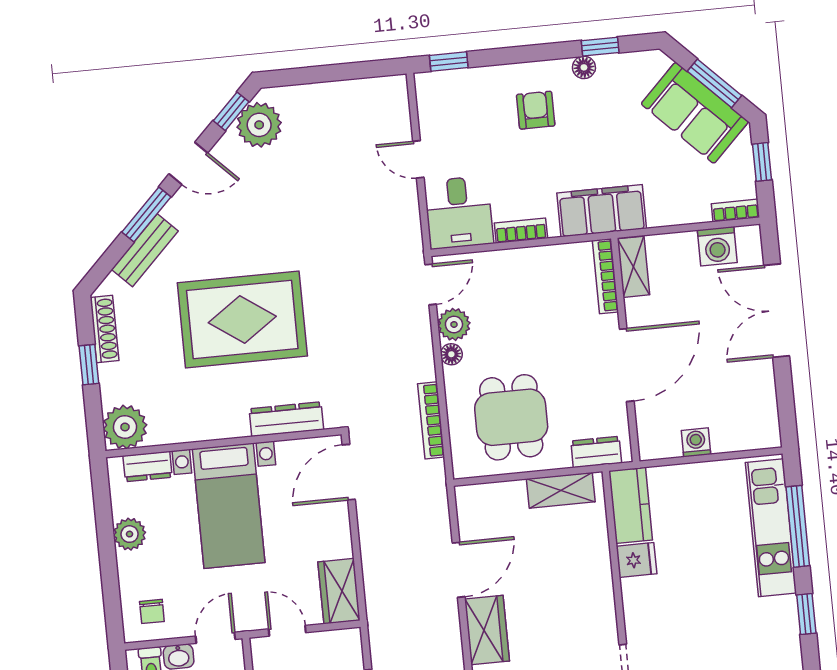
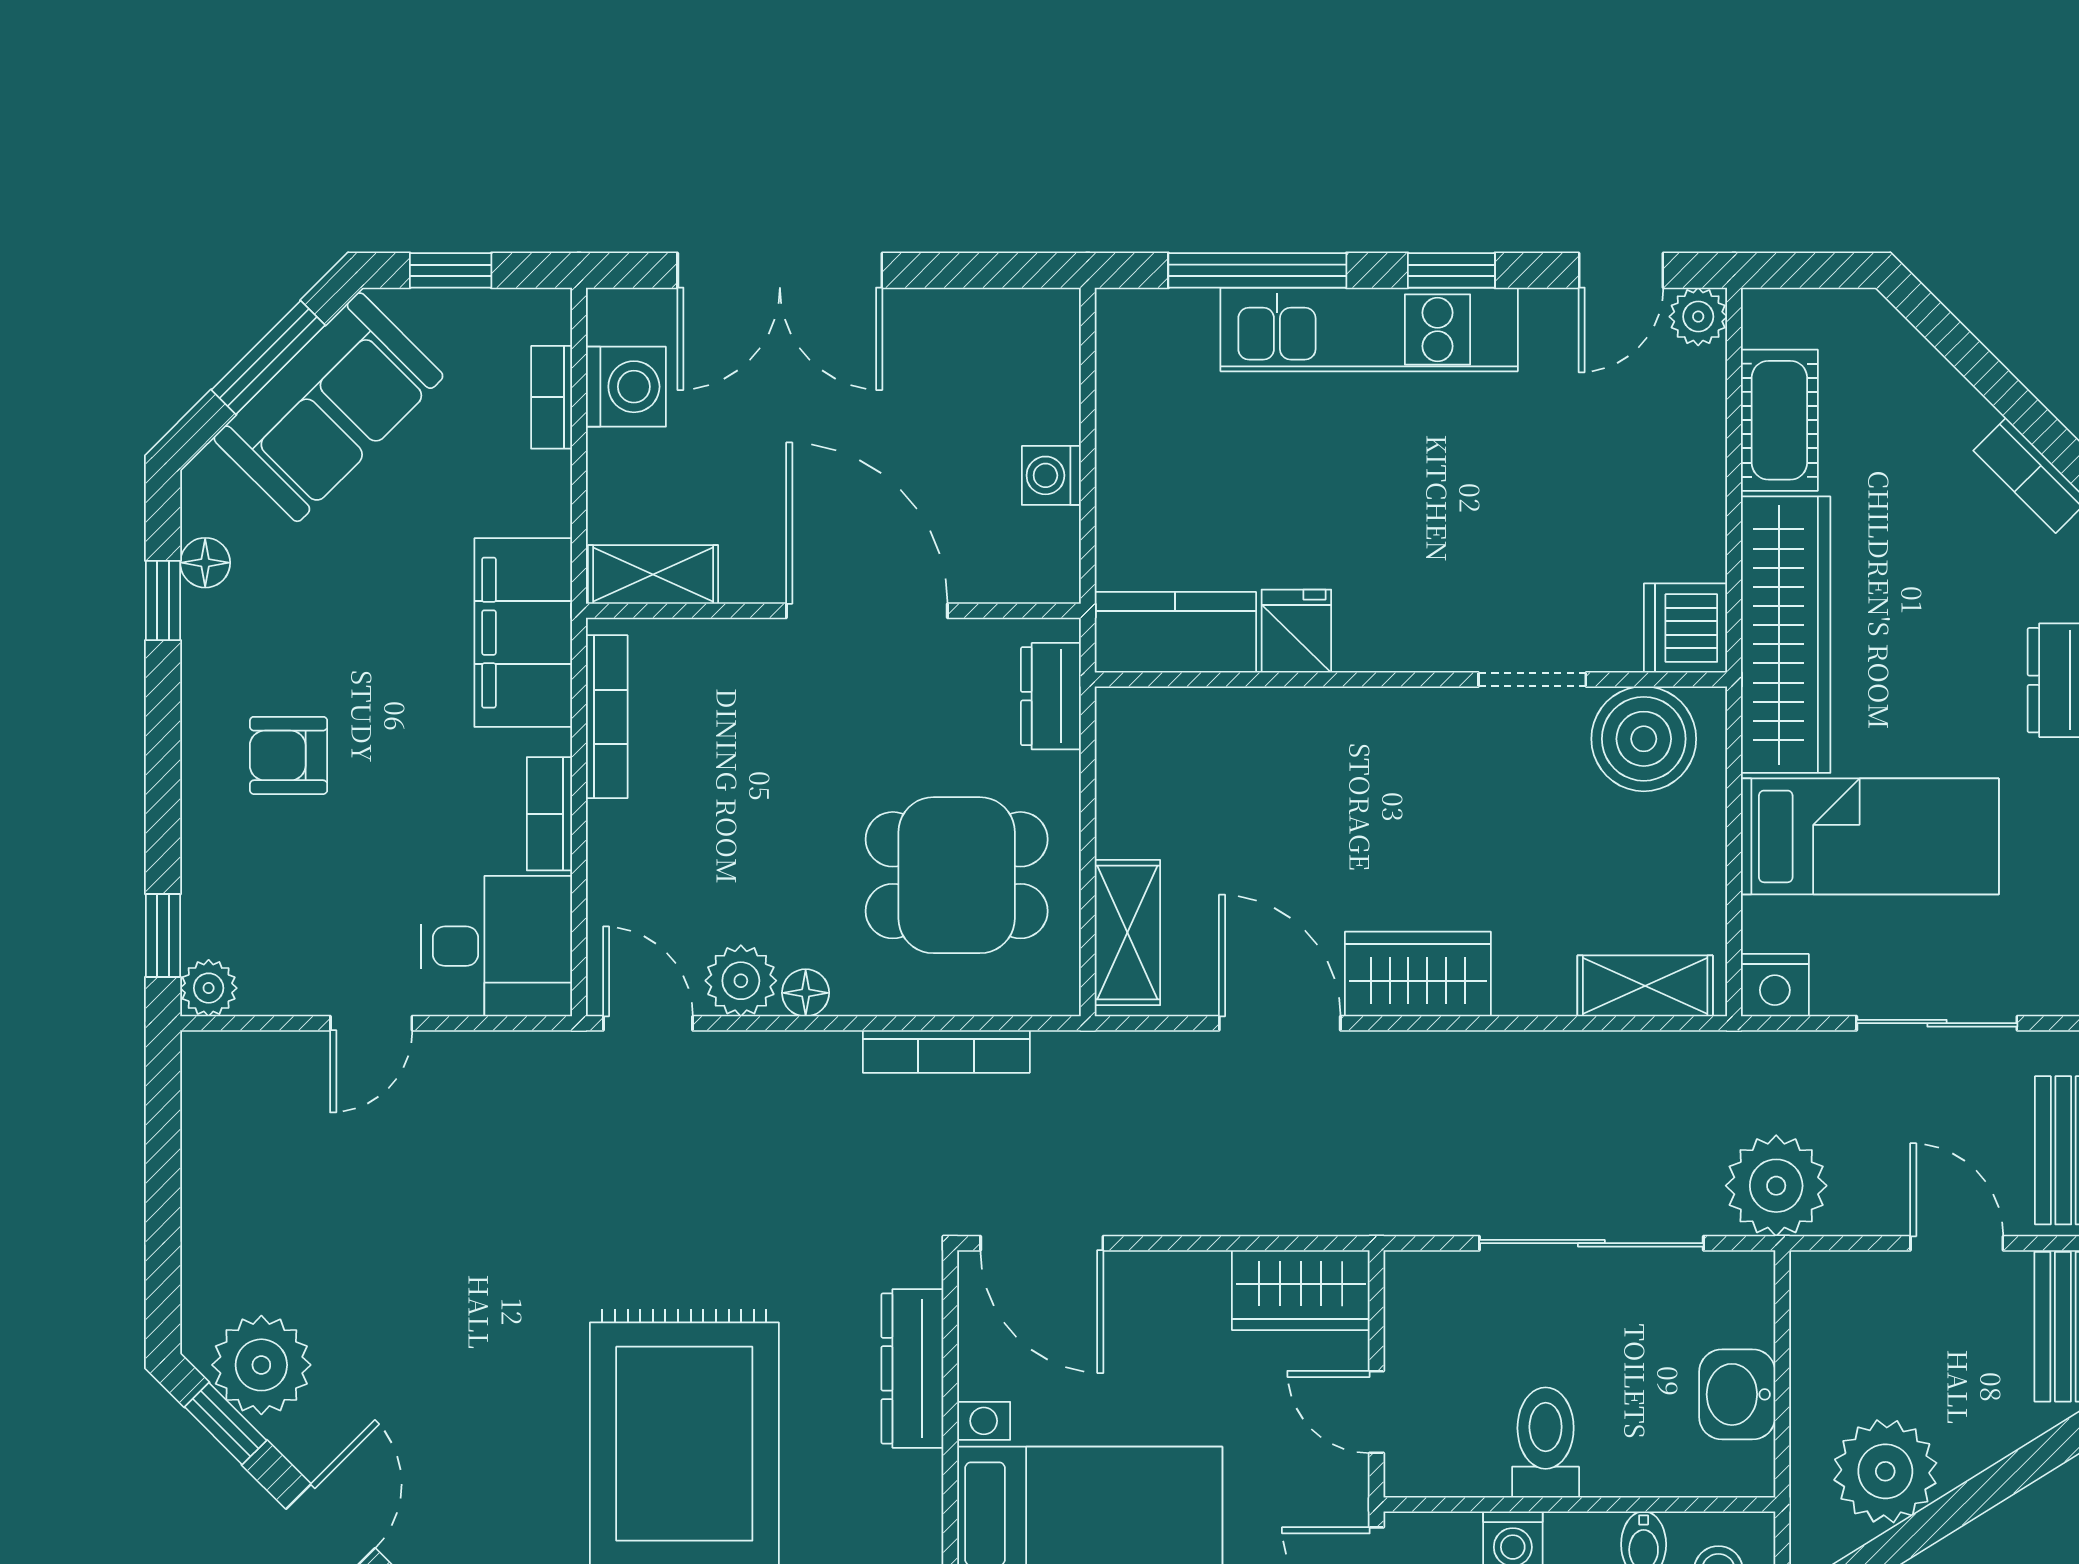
floor lamp: (584, 67) -> (205, 563), moved
plant: (427, 84) -> (209, 988), added
bookcase: (735, 211) -> (552, 397), moved
bookcase: (605, 276) -> (607, 717), moved, turned -90
shelving: (561, 490) -> (1127, 933), moved
kitchen unit: (771, 528) -> (1369, 329), moved
door: (287, 631) -> (1377, 1412), hinge flipped

